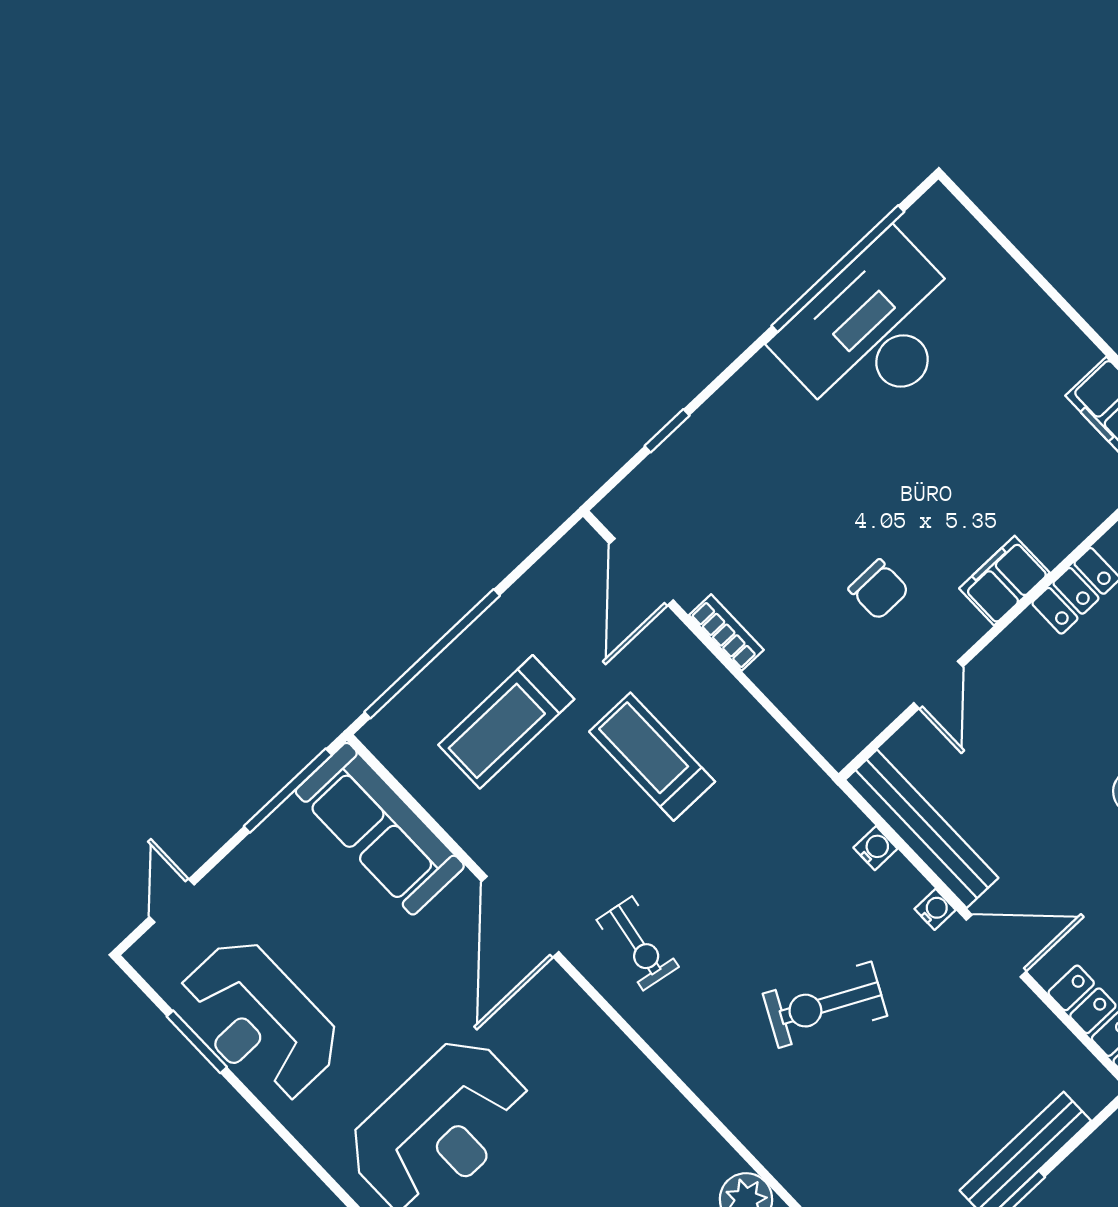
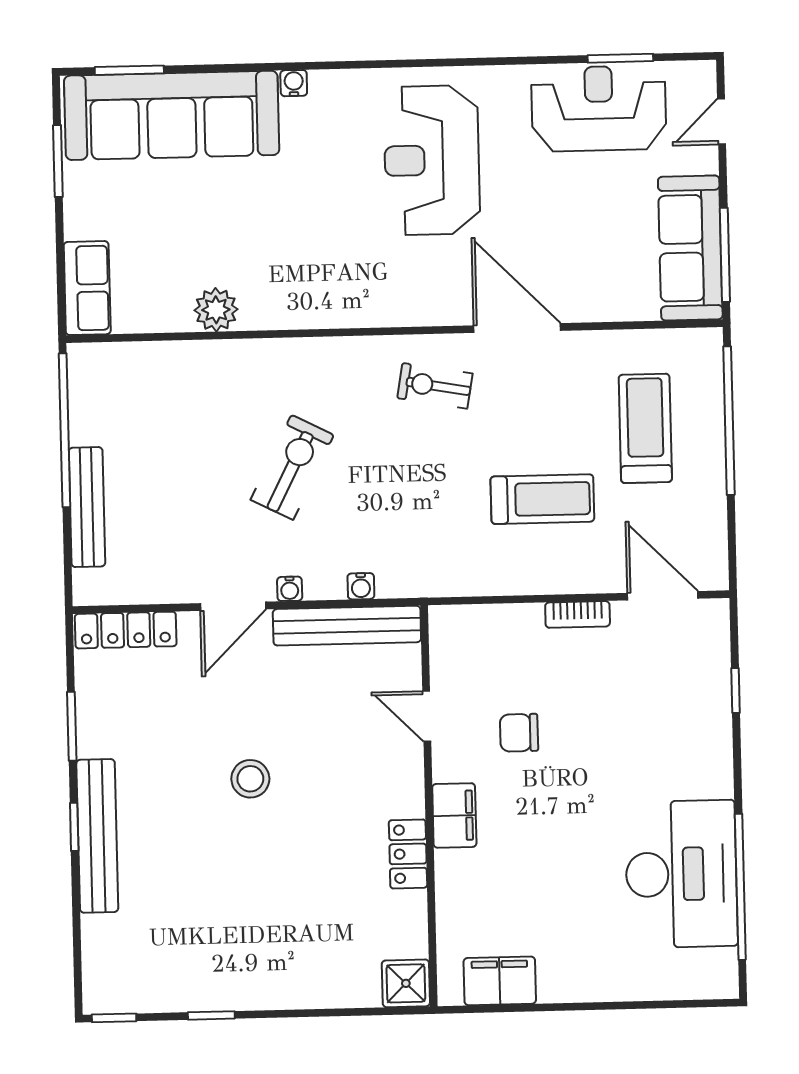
sofa: (380, 829) -> (690, 248), moved, turned -90
door: (172, 901) -> (722, 121), swing flipped

